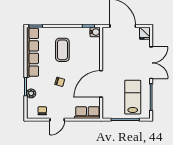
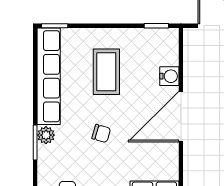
water cooler: (95, 32) -> (169, 76), moved
door: (101, 84) -> (181, 117), moved
plant: (31, 93) -> (46, 135), moved

